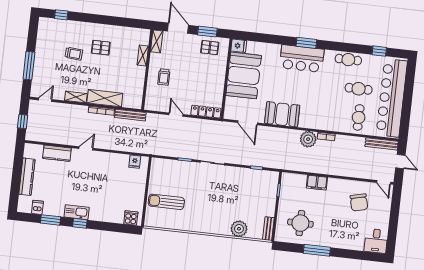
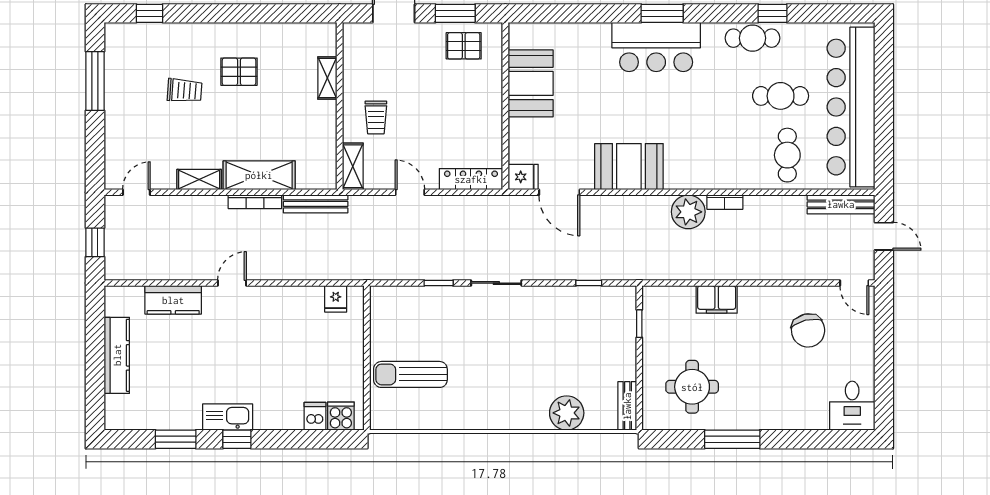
shelving: (157, 41) -> (353, 166), moved
fridge: (239, 46) -> (523, 177), moved
window: (379, 51) -> (772, 13), moved
window: (29, 66) -> (95, 81), moved
booth: (244, 75) -> (531, 83), width x0.73, depth x0.70
dishwasher: (37, 207) -> (315, 416), moved

